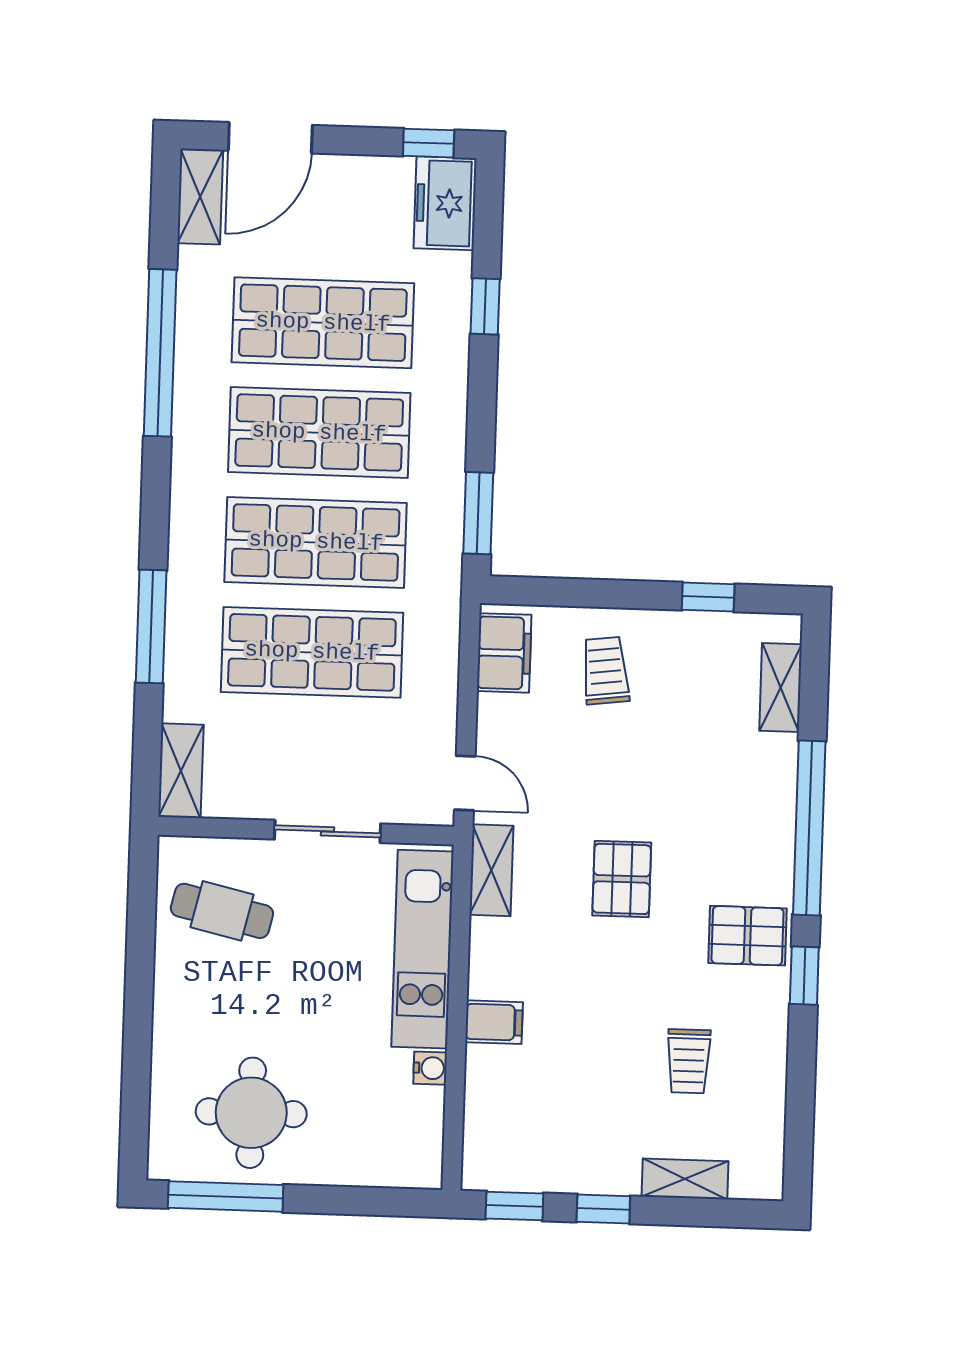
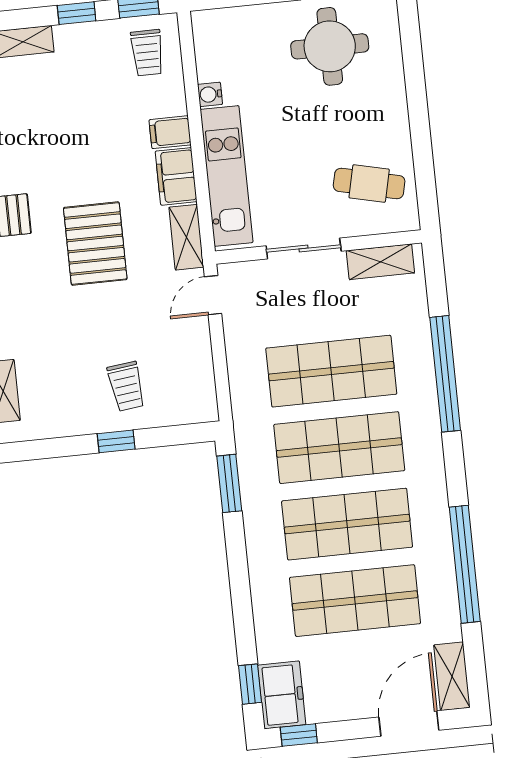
window: (485, 306) -> (250, 684), moved
window: (708, 597) -> (116, 441), moved
window: (151, 626) -> (445, 374), width x1.46
filing cabinet: (504, 653) -> (176, 176), moved
shelving: (181, 771) -> (380, 262), moved, turned 90
door: (465, 783) -> (213, 295), hinge flipped
pallet: (622, 879) -> (95, 244), width x1.50, depth x1.42
trolley: (689, 1061) -> (147, 53), moved, turned 180

